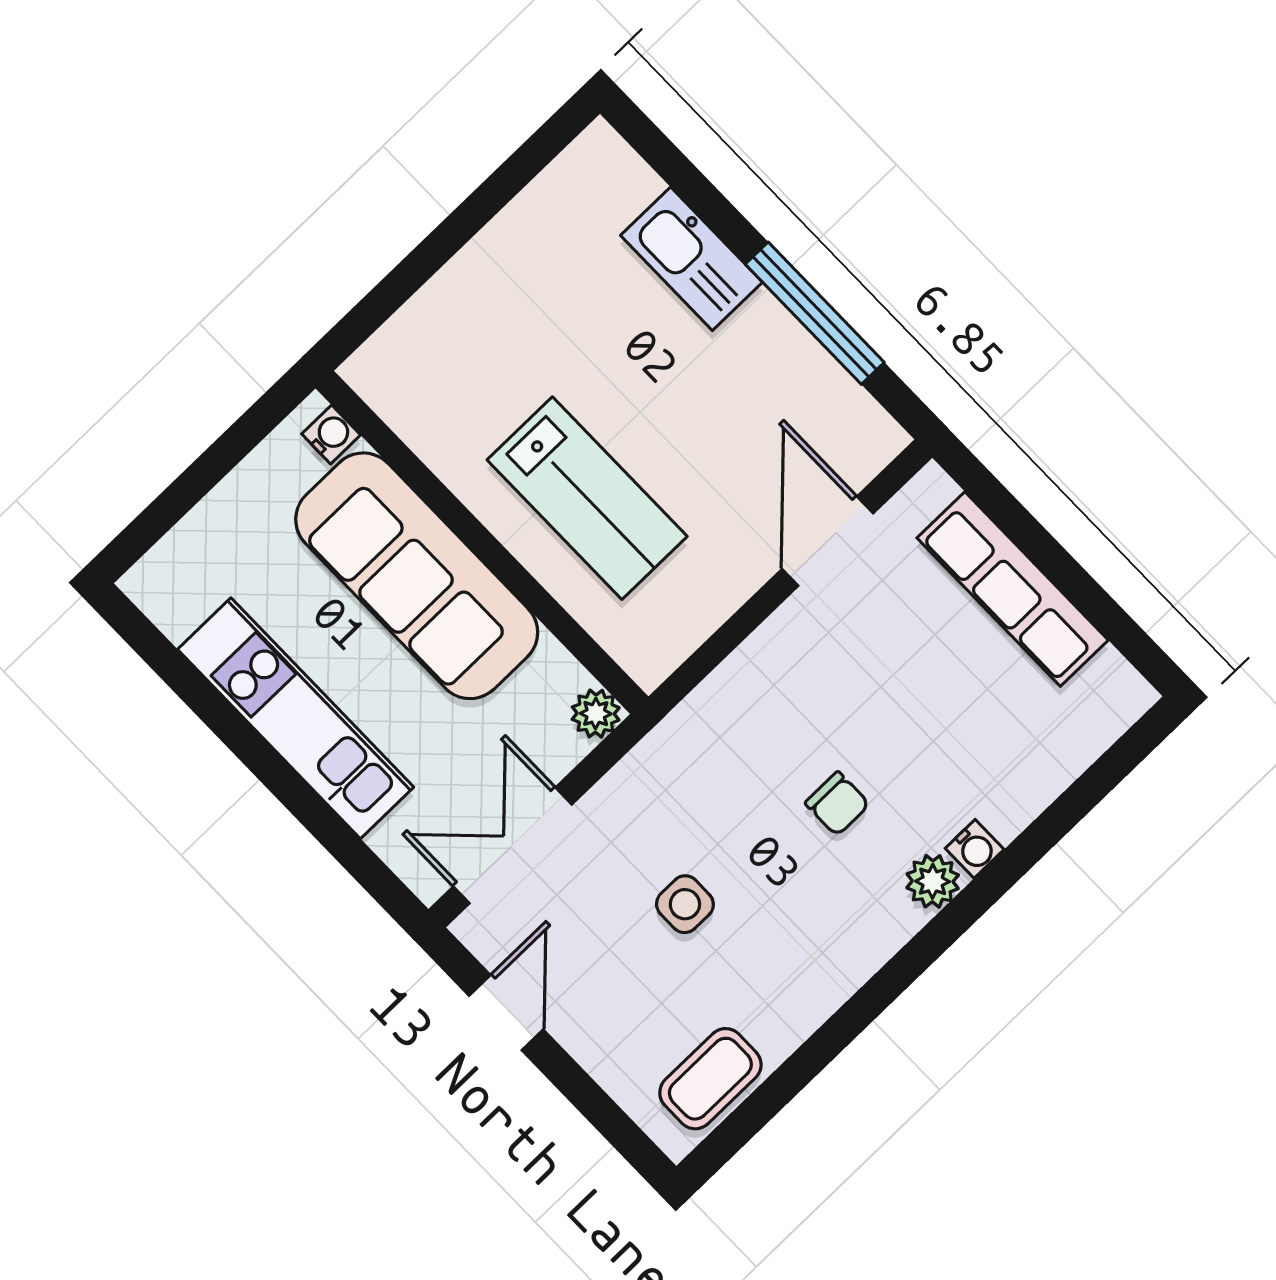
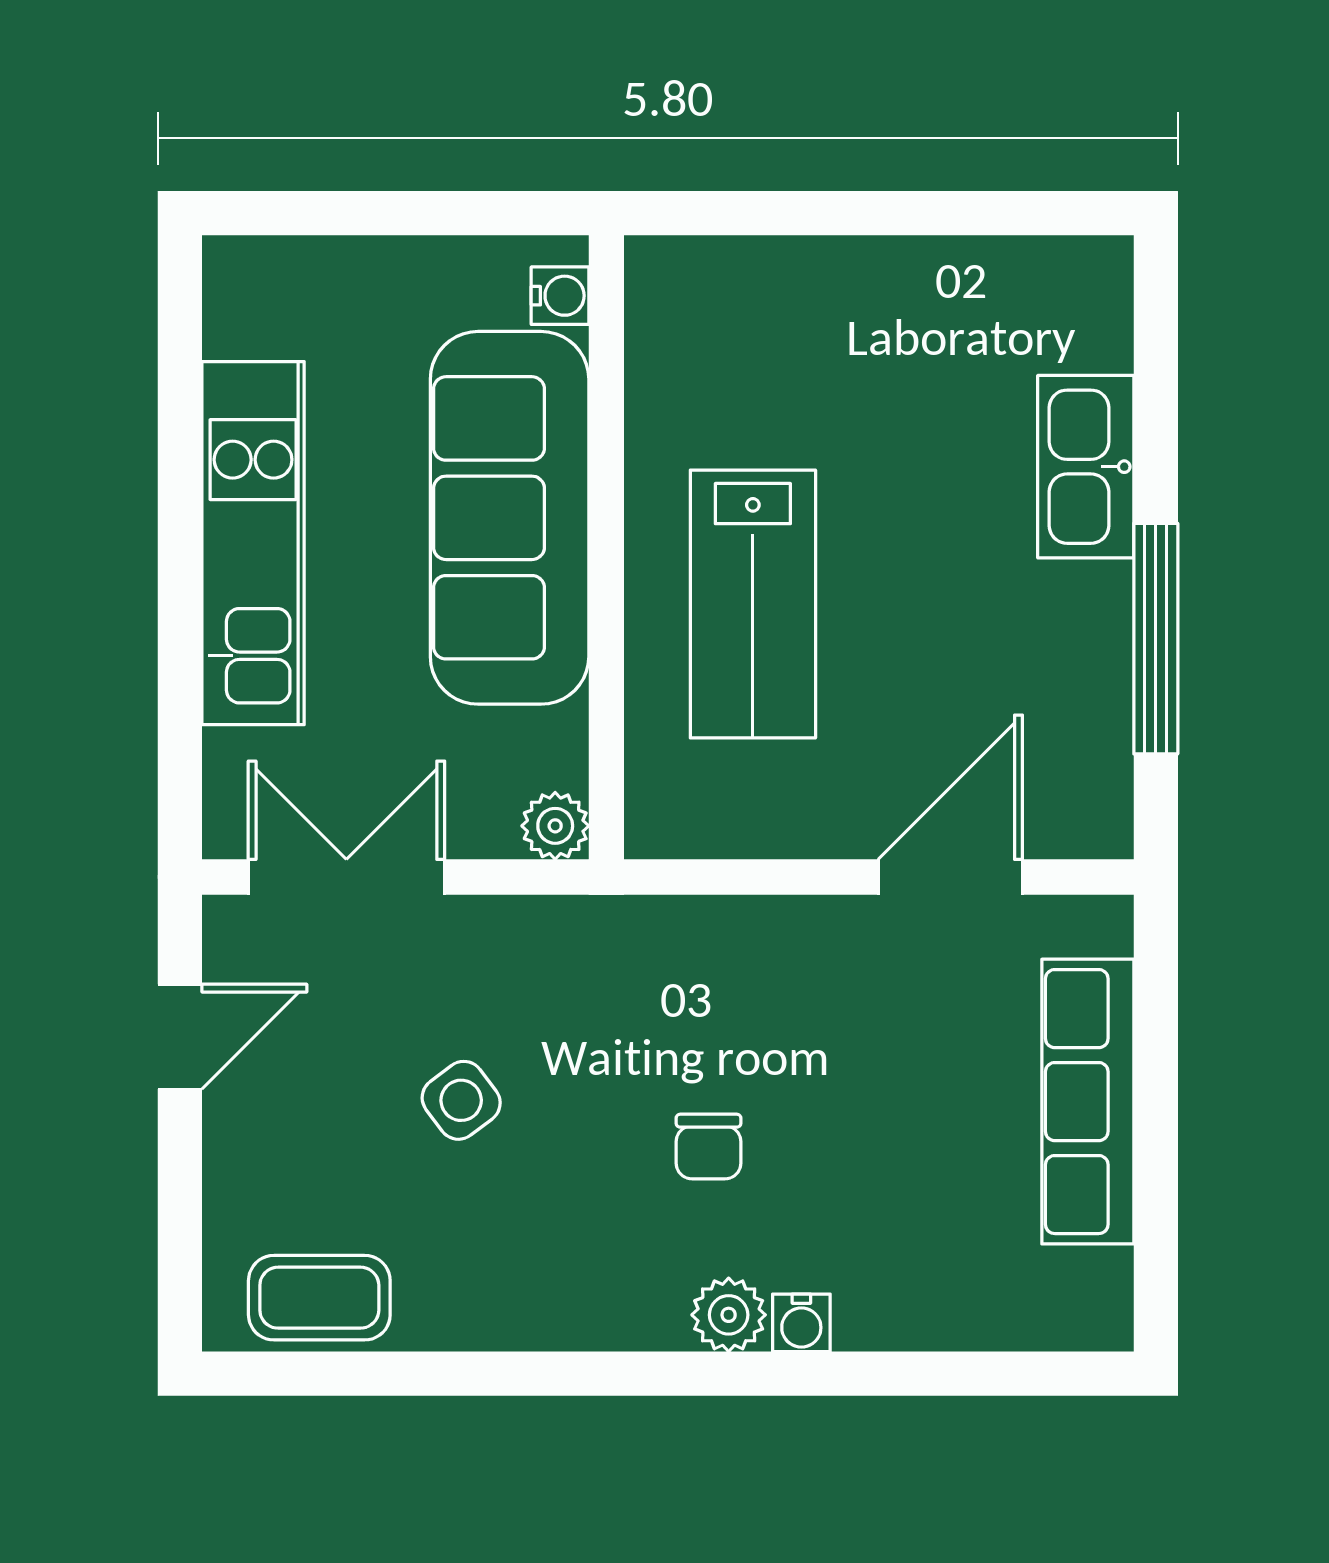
side table: (685, 904) -> (461, 1100), turned -37

